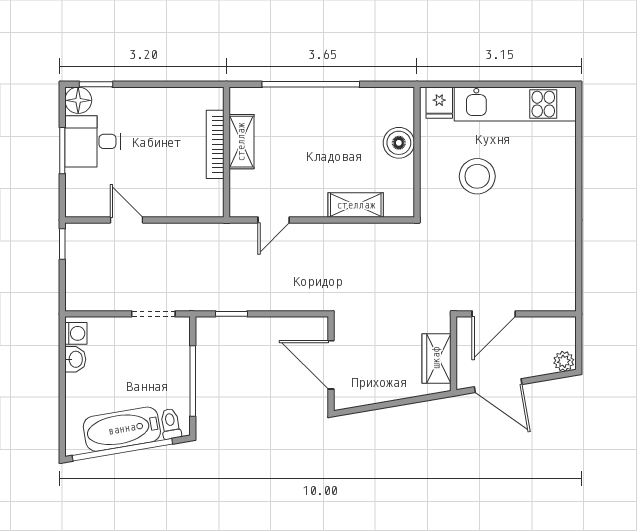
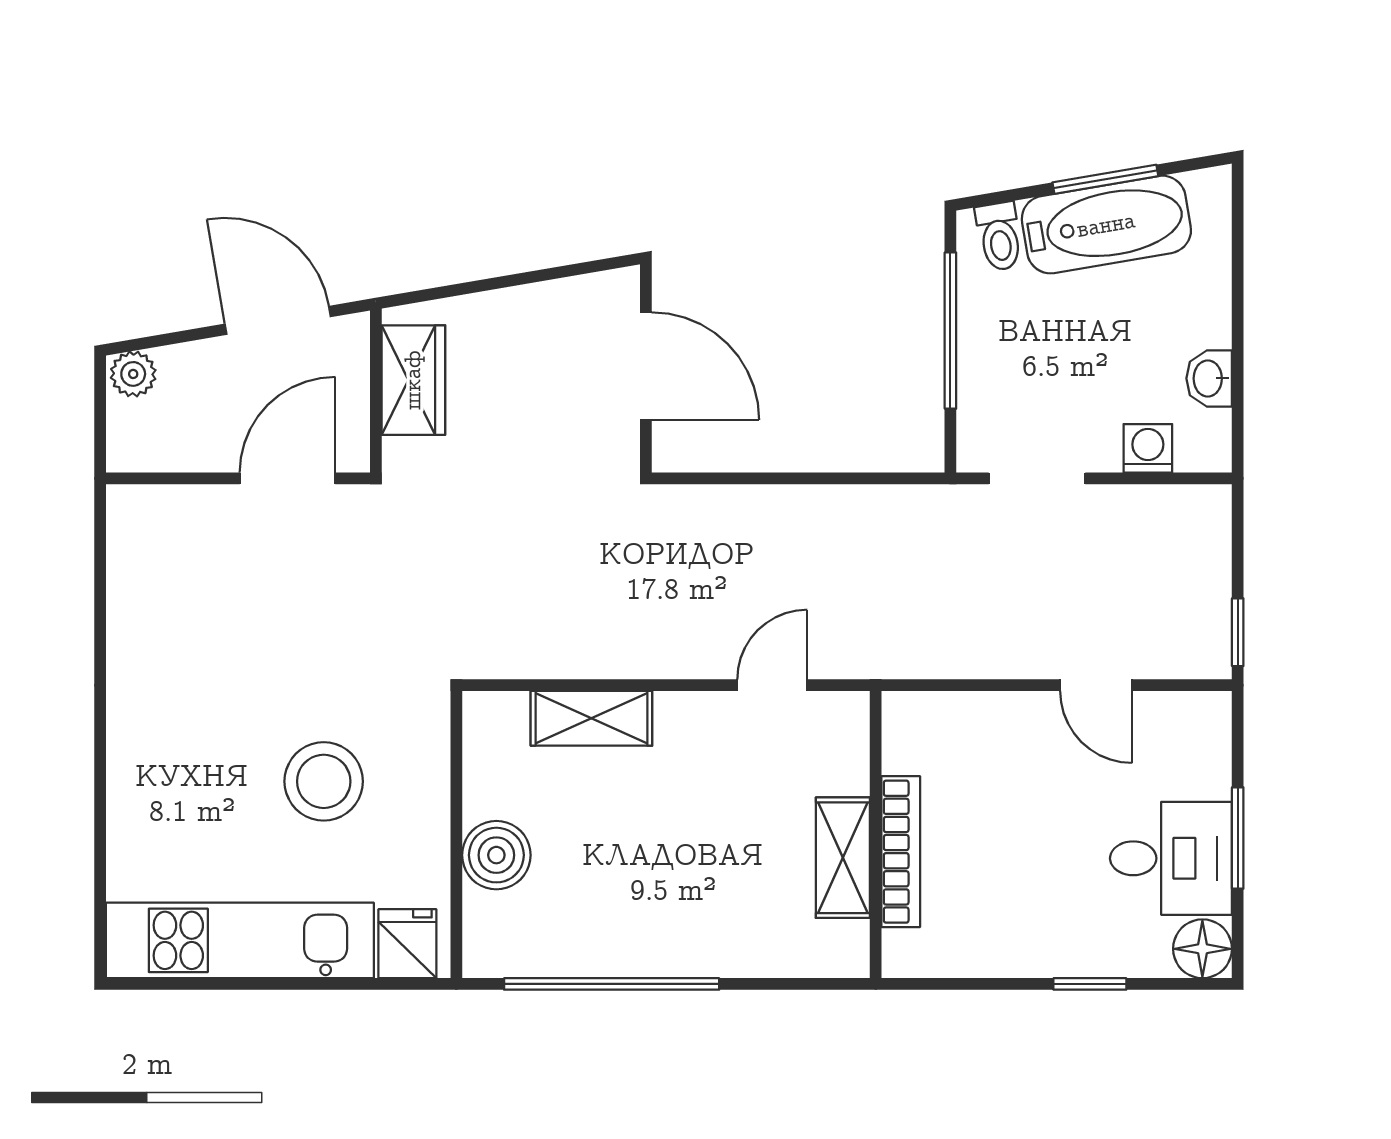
window: (96, 84) -> (1090, 984), moved
window: (311, 84) -> (612, 984), moved
window: (231, 314) -> (865, 478), removed
washing machine: (76, 333) -> (1148, 448), moved, turned 90
window: (122, 450) -> (1105, 179), width x0.47

